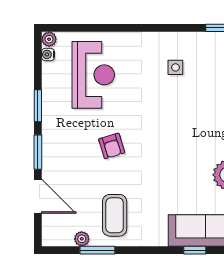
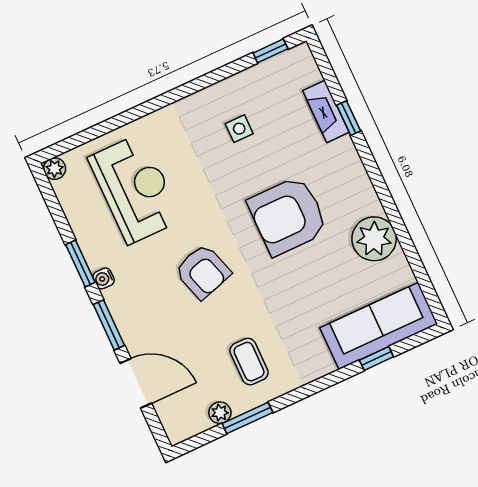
water cooler: (48, 54) -> (104, 278), moved
armchair: (181, 136) -> (288, 216), added
armchair: (112, 146) -> (203, 272), width x1.38, depth x1.38
coffee table: (115, 215) -> (249, 362), width x0.73, depth x0.77

